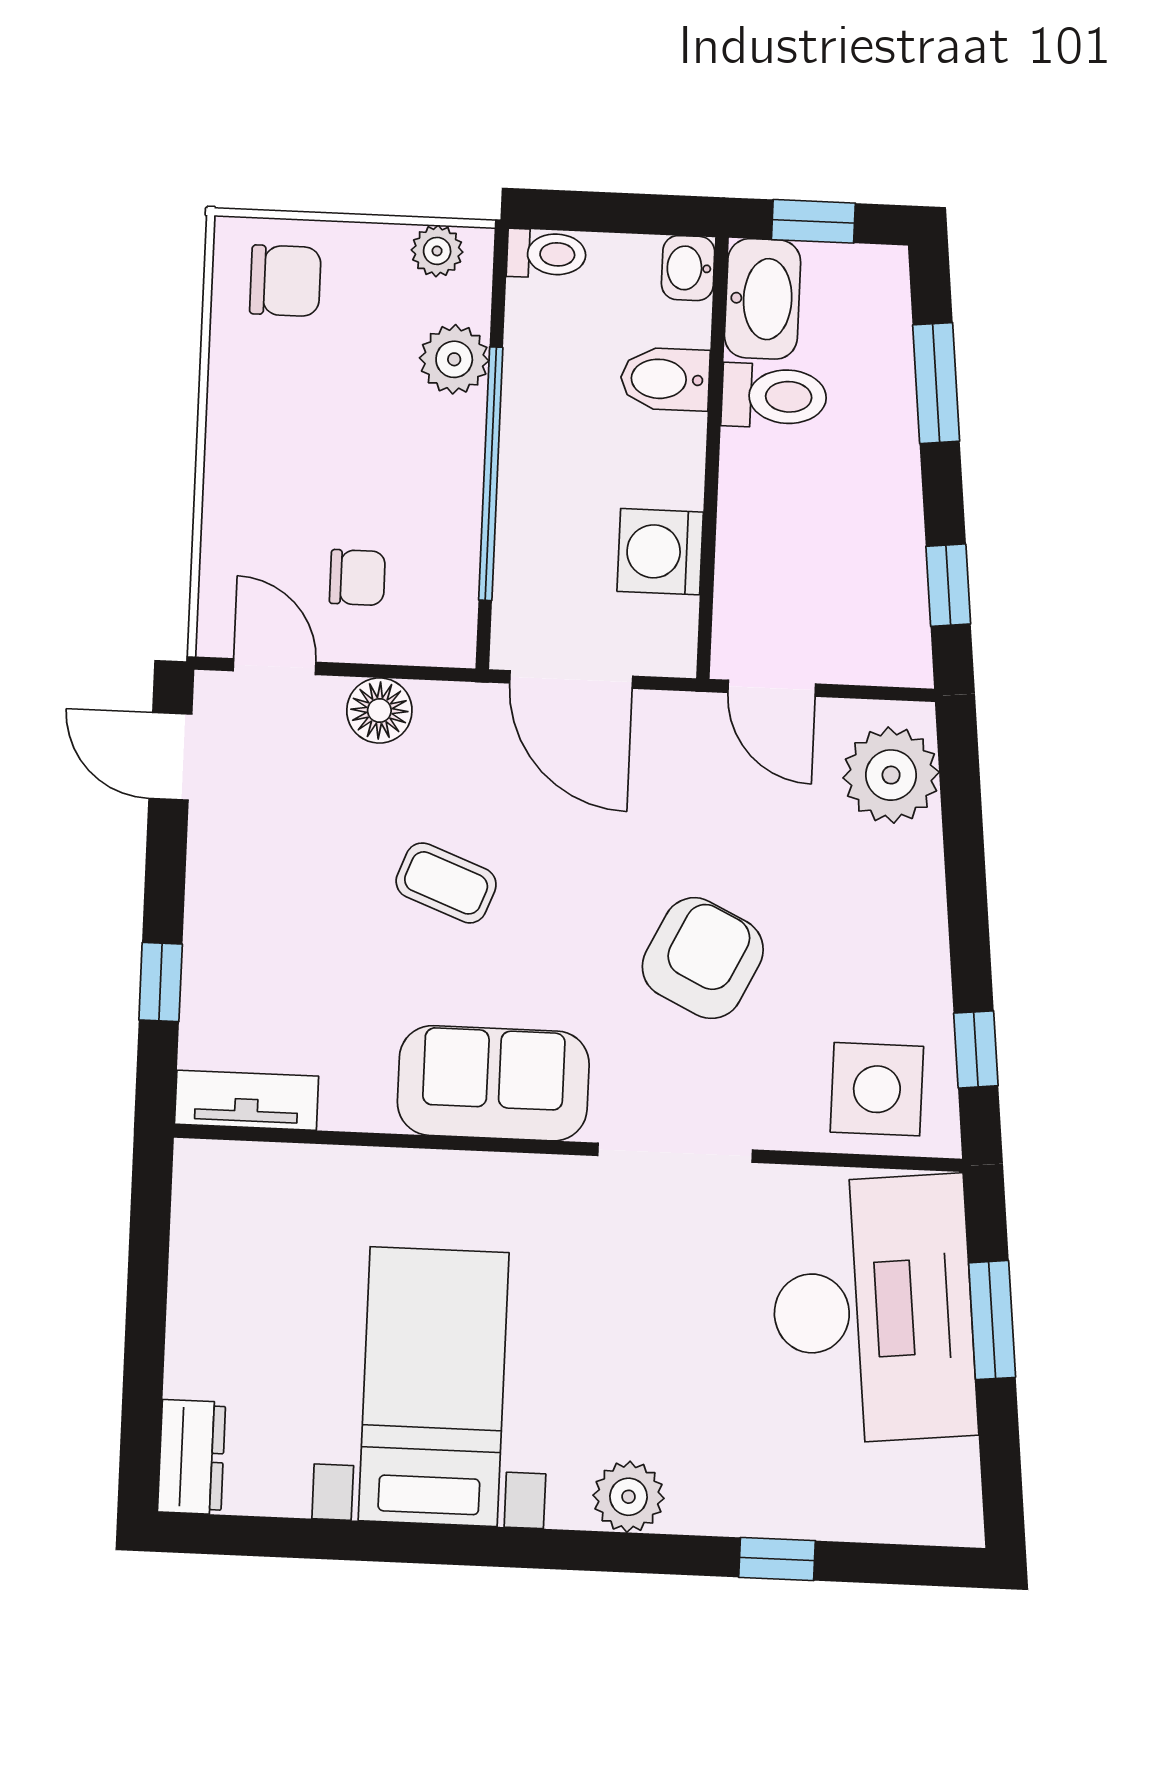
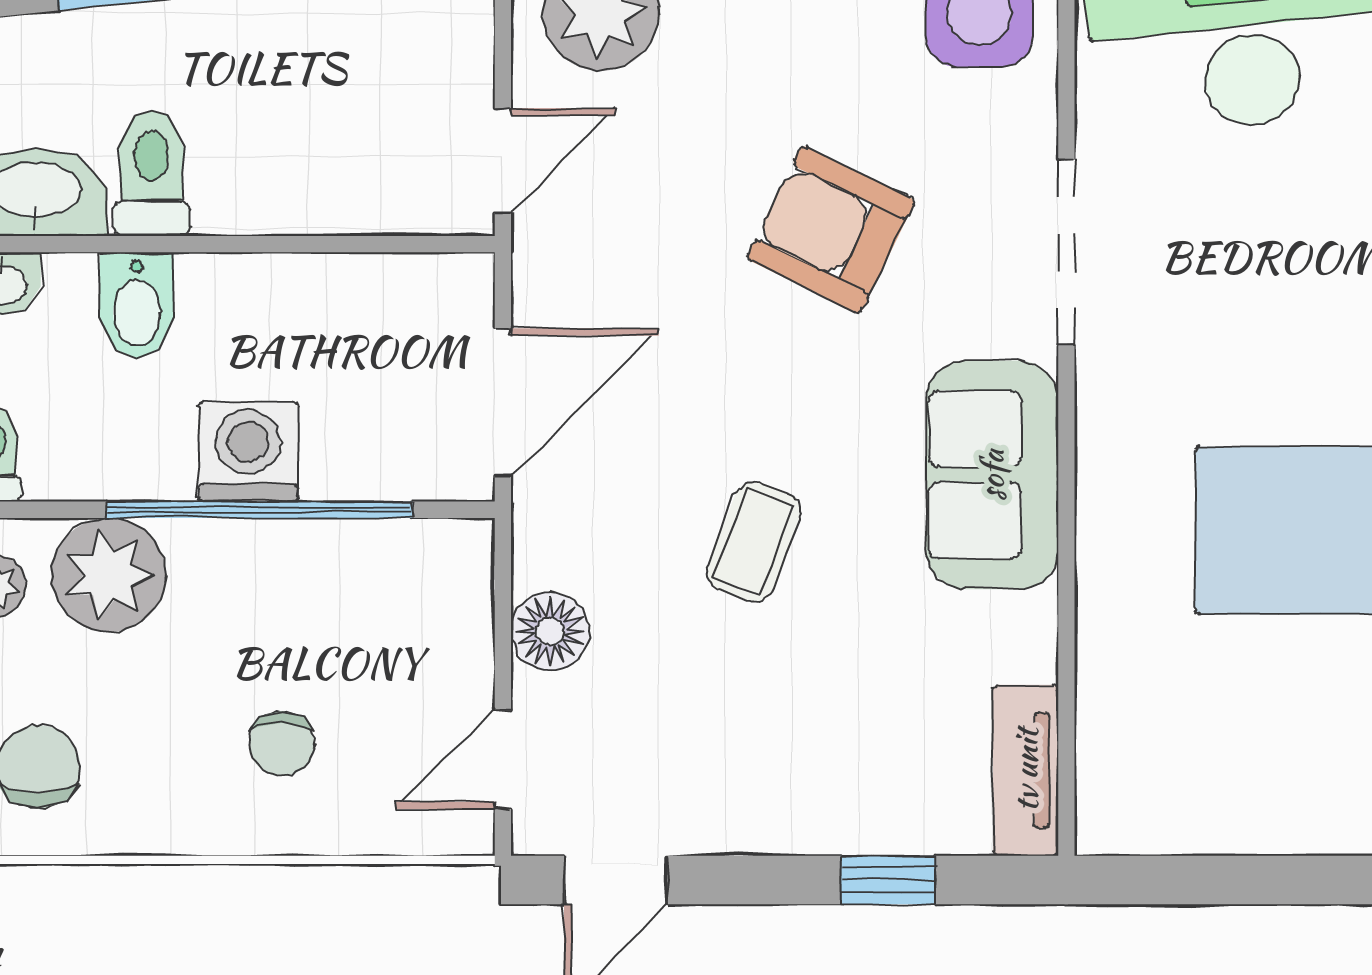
plant: (454, 359) -> (109, 575), width x1.36, depth x1.36
washing machine: (660, 552) -> (248, 452), moved, turned 180
chair: (357, 578) -> (282, 744), moved, turned 180

